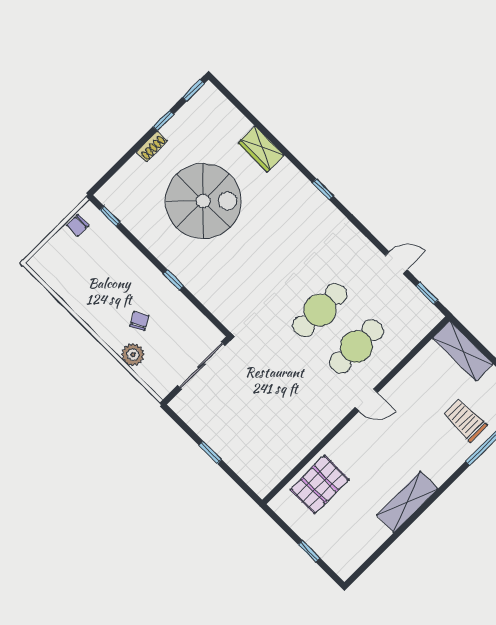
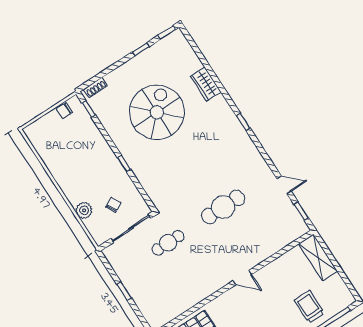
shoe rack: (152, 146) -> (96, 87), moved
spiral stairs: (203, 201) -> (157, 112), turned -90
chair: (139, 321) -> (113, 205), moved
cafe table: (356, 347) -> (168, 243), moved, width x0.73, depth x0.74

